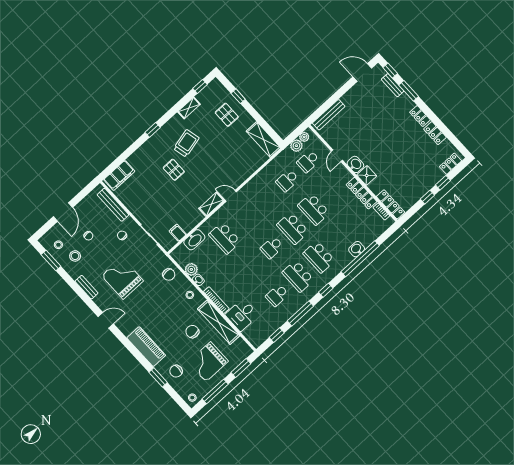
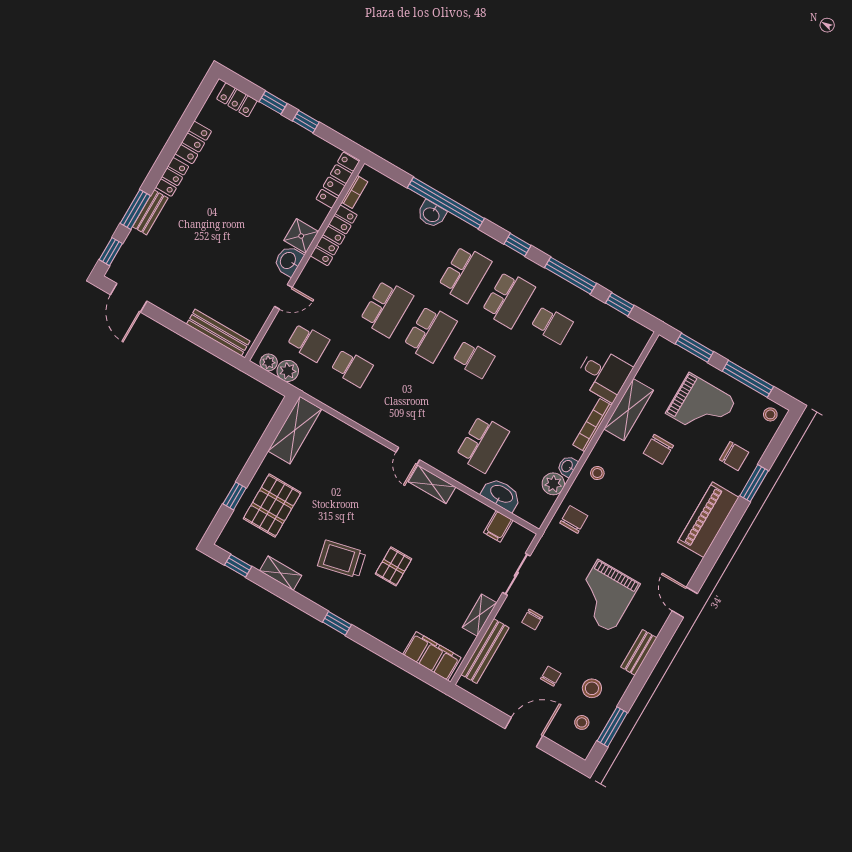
bench: (393, 85) -> (150, 212), moved
pallet: (227, 115) -> (272, 506), width x1.50, depth x1.42
shelving: (133, 208) -> (479, 615), added
shelving: (219, 322) -> (629, 410), width x0.68

